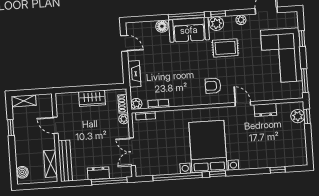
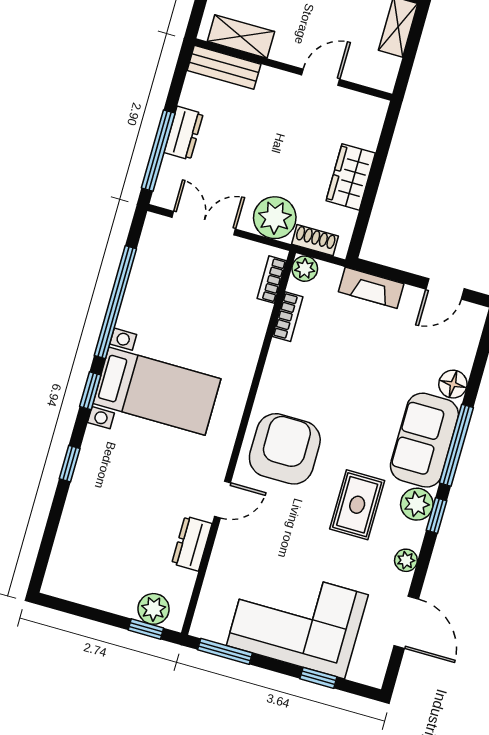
armchair: (213, 86) -> (285, 449), width x1.88, depth x1.88
plant: (124, 119) -> (275, 218), width x1.88, depth x1.88
bed with nightstands: (208, 147) -> (157, 391), width x0.73
bench: (65, 161) -> (224, 67), width x0.73
window: (278, 170) -> (70, 464), moved

